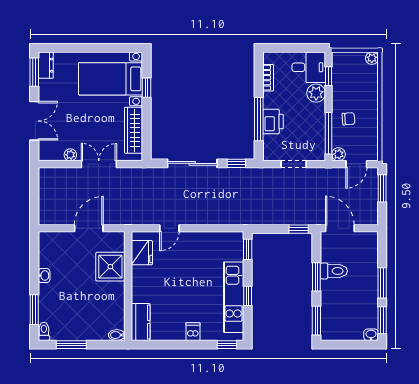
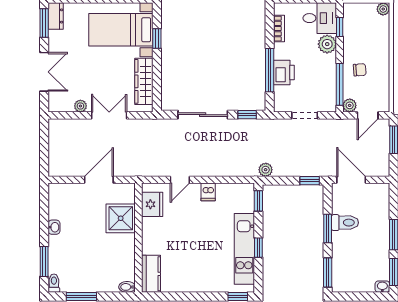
plant: (255, 218) -> (266, 170), added
dishwasher: (193, 332) -> (208, 192), moved, turned 180

